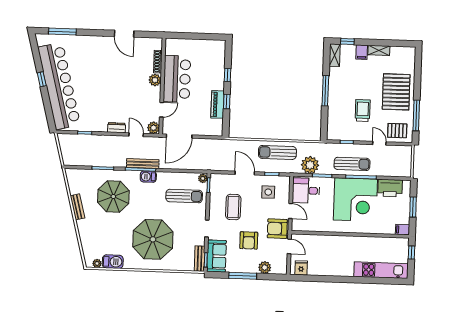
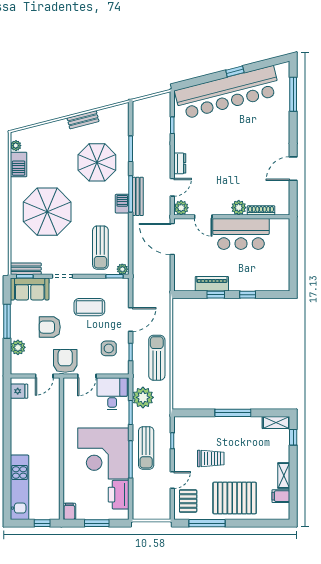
filing cabinet: (362, 52) -> (281, 496), moved

